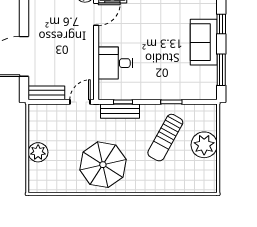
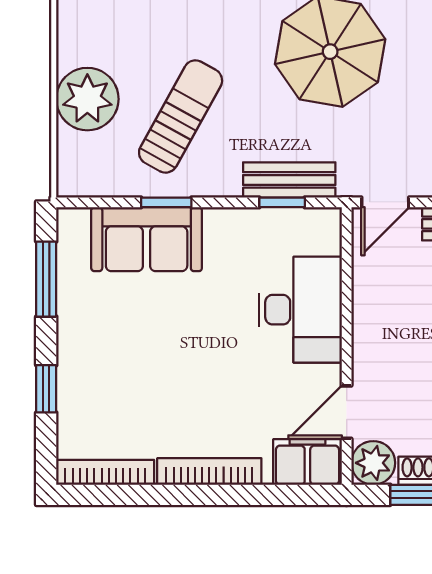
sofa: (204, 42) -> (147, 239), moved, turned 90
desk: (115, 63) -> (300, 310), width x1.37

